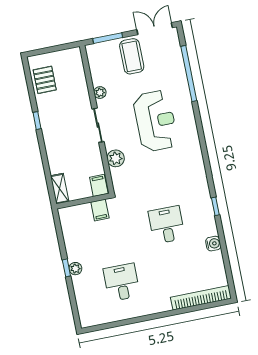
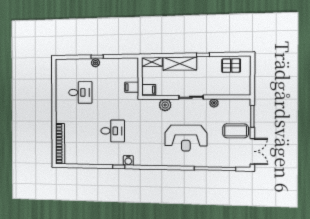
shelving: (55, 150) -> (180, 64), added
water cooler: (213, 244) -> (128, 160), moved

